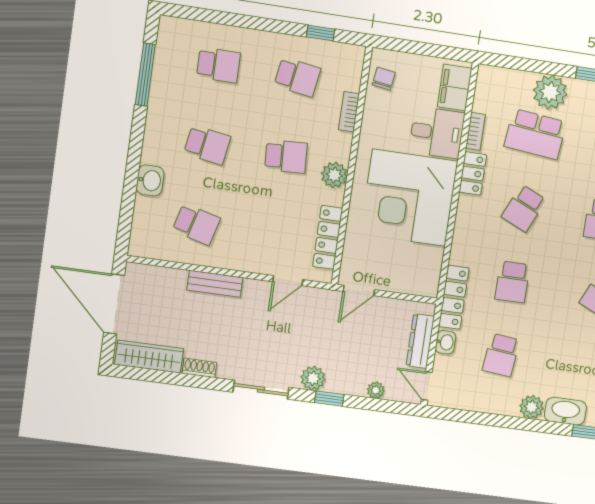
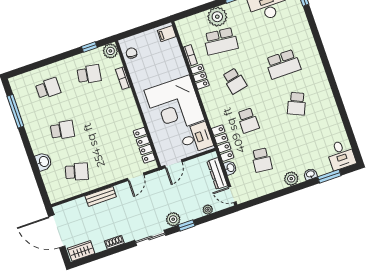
filing cabinet: (455, 88) -> (167, 34), width x0.50
desk: (437, 132) -> (196, 138), moved
school desk: (286, 156) -> (103, 116), removed
plant: (334, 175) -> (110, 51), moved
school desk: (524, 208) -> (234, 81), turned -36
wardrobe: (149, 357) -> (81, 251), width x0.67
washbasin: (565, 411) -> (310, 174), width x0.52, depth x0.69

